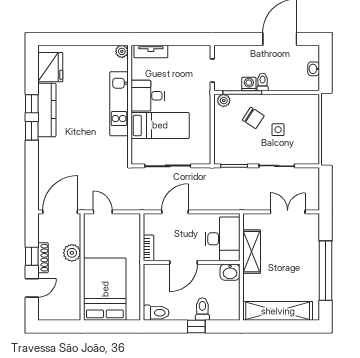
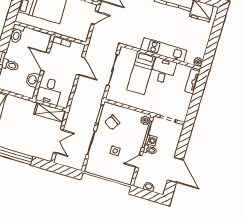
door: (283, 92) -> (139, 161), added
chair: (253, 118) -> (112, 122), moved
desk: (223, 239) -> (49, 91), width x0.73
shelving: (252, 252) -> (50, 112), moved
washbasin: (230, 272) -> (33, 80), moved

